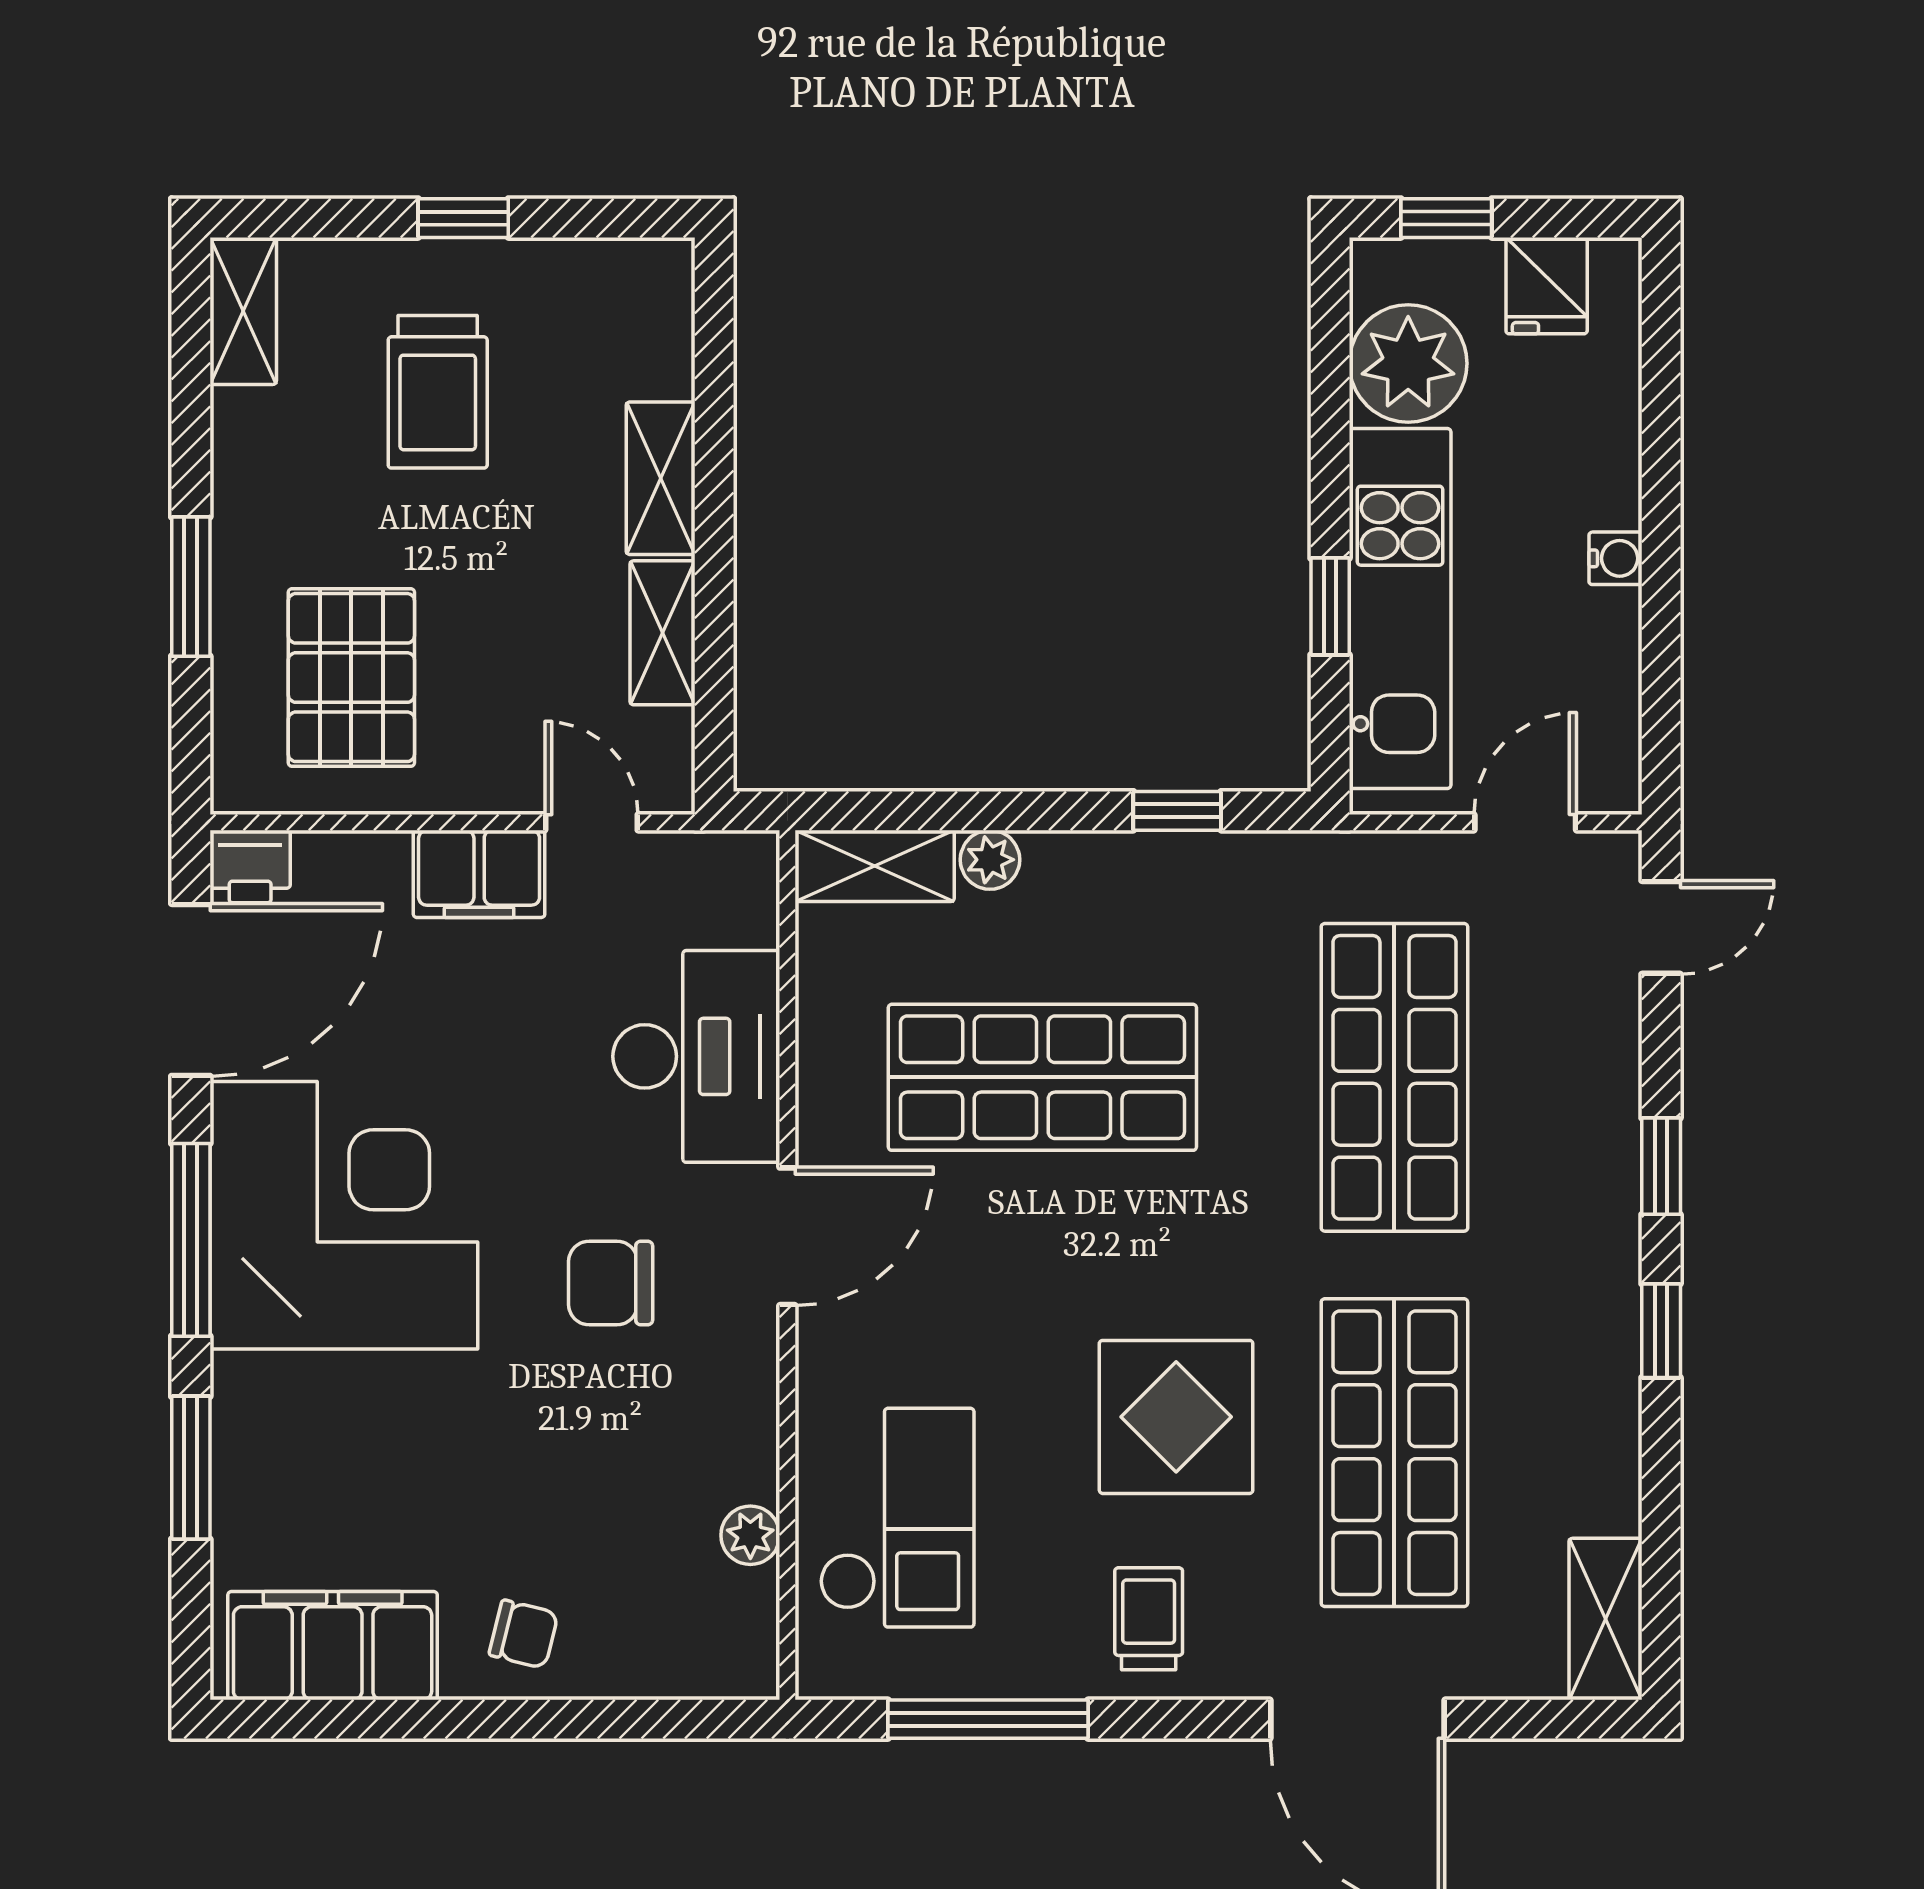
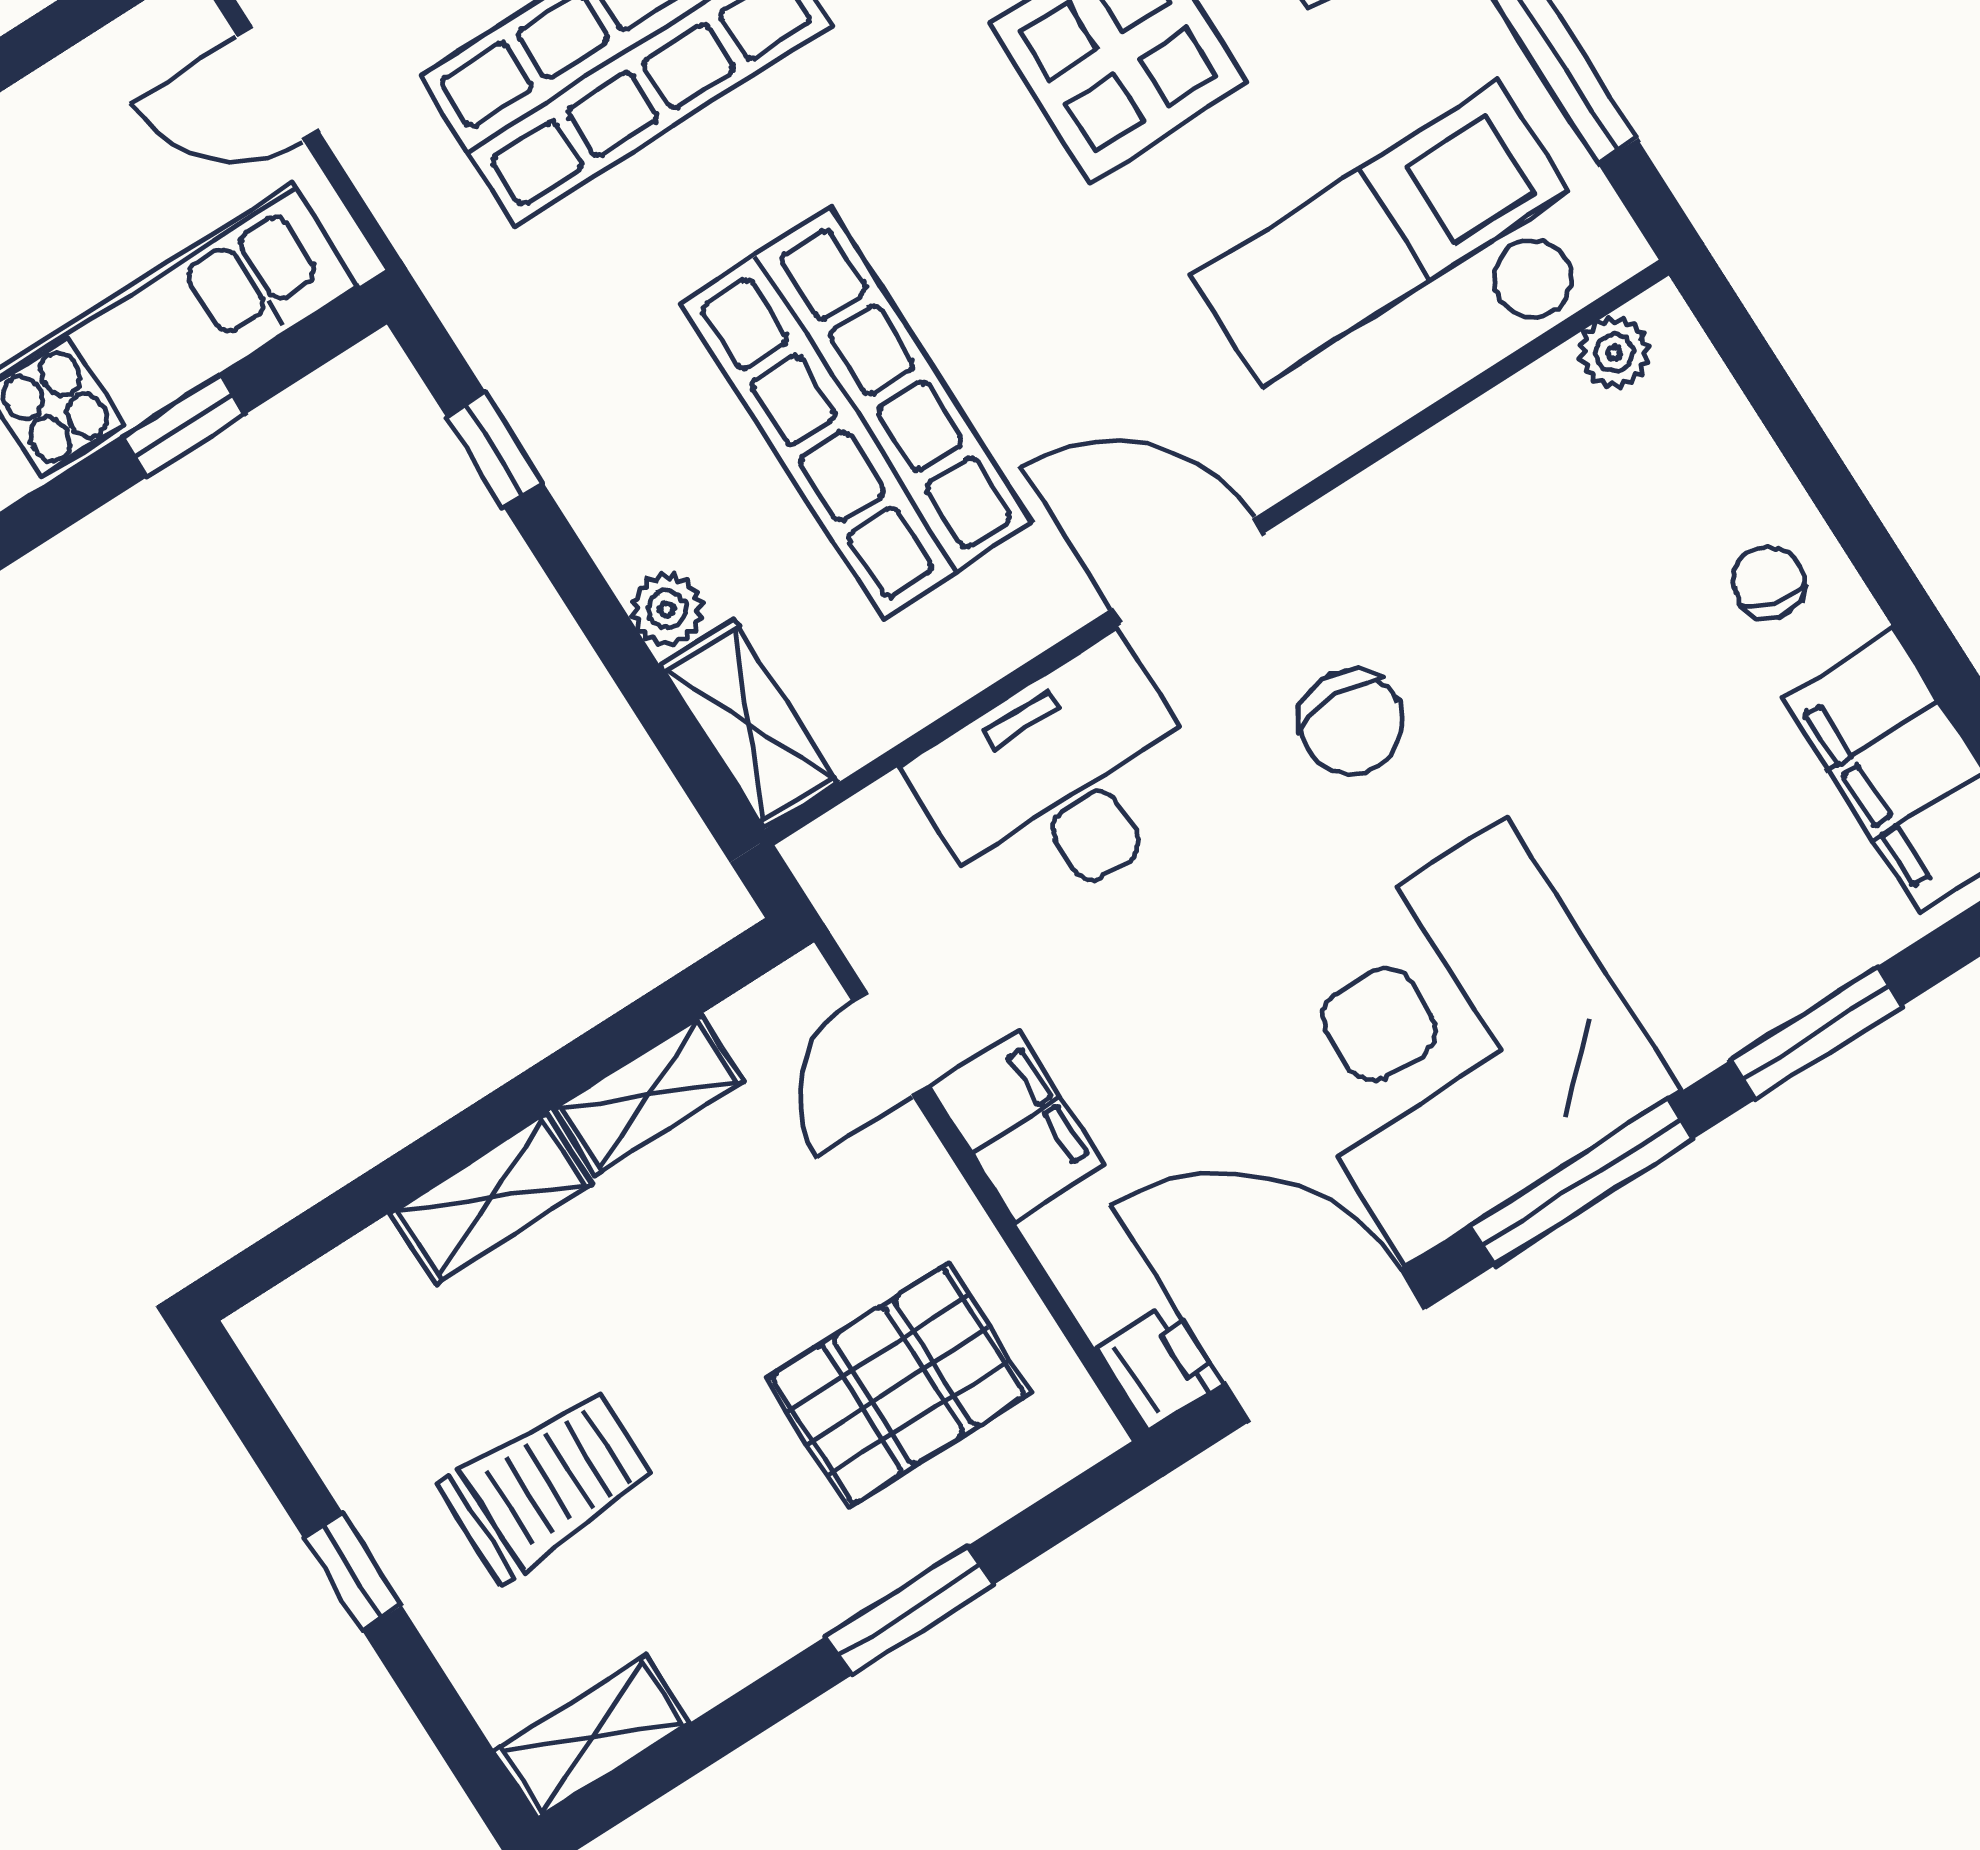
checkout: (897, 1518) -> (1405, 274), width x1.36, depth x1.21
plant: (750, 1535) -> (1614, 353), moved

